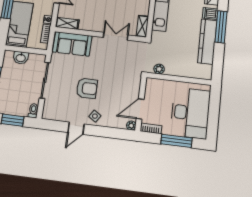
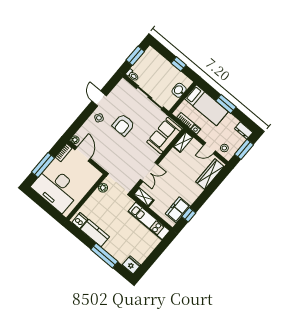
dishwasher: (210, 14) -> (80, 221), moved
kitchen counter: (207, 42) -> (95, 233), width x0.67

